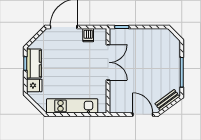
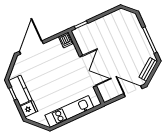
dishwasher: (88, 35) -> (65, 40), moved
double door: (108, 62) -> (88, 71), moved

